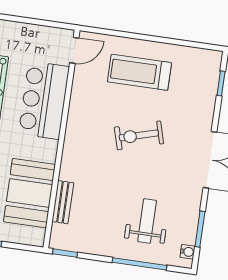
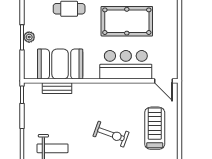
exercise bike: (139, 135) -> (111, 134), turned 126

